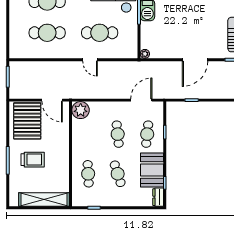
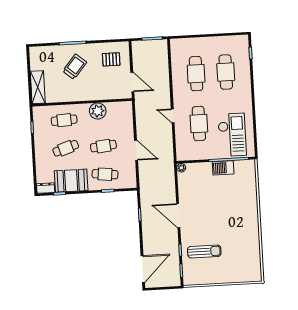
door: (90, 60) -> (173, 116), hinge flipped
door: (52, 100) -> (132, 82), swing flipped
door: (141, 100) -> (136, 150), moved
plant: (81, 110) -> (98, 111), moved
pallet: (27, 121) -> (111, 59), width x0.49, depth x0.50
trolley: (33, 160) -> (75, 67), turned -140
shelving: (44, 200) -> (38, 87), width x0.68

